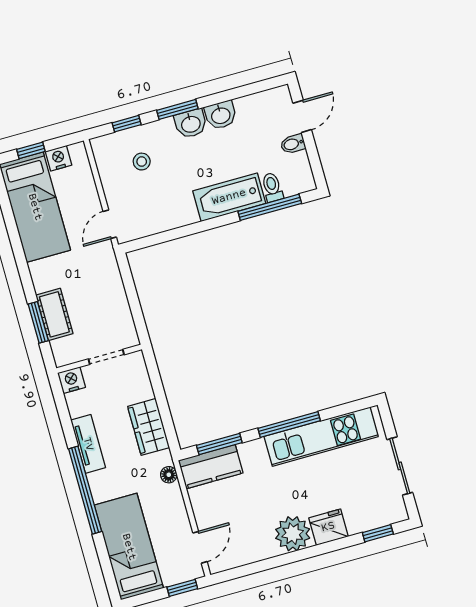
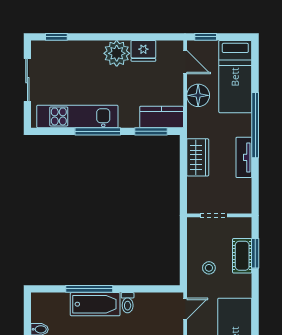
toilet: (272, 187) -> (128, 303), moved
window: (270, 207) -> (89, 289), moved
stool: (93, 286) -> (209, 268), added
nightstand: (71, 380) -> (243, 206), removed
floor lamp: (169, 475) -> (198, 95), moved, width x1.89, depth x1.89
fridge: (328, 527) -> (143, 51), moved
door: (200, 547) -> (185, 62), swing flipped

